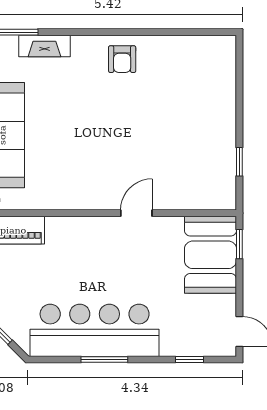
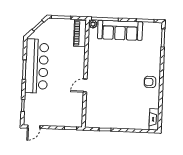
fireplace: (44, 46) -> (154, 119), moved
door: (136, 213) -> (85, 85), swing flipped
booth: (210, 255) -> (66, 116), removed

